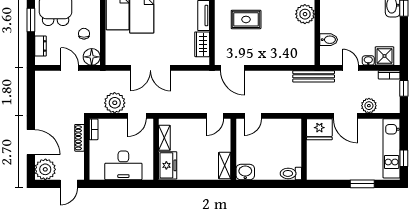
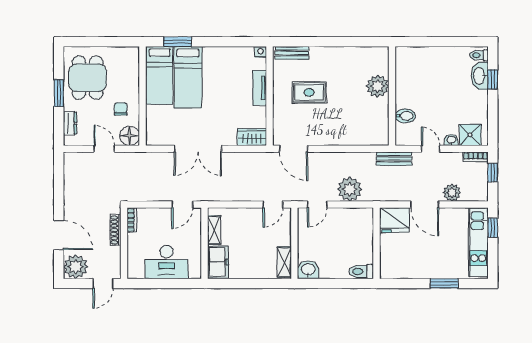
wardrobe: (202, 44) -> (252, 137), moved, turned 90
bench: (314, 76) -> (394, 159), width x0.73
plant: (115, 103) -> (350, 189), moved
window: (404, 158) -> (493, 228), moved

